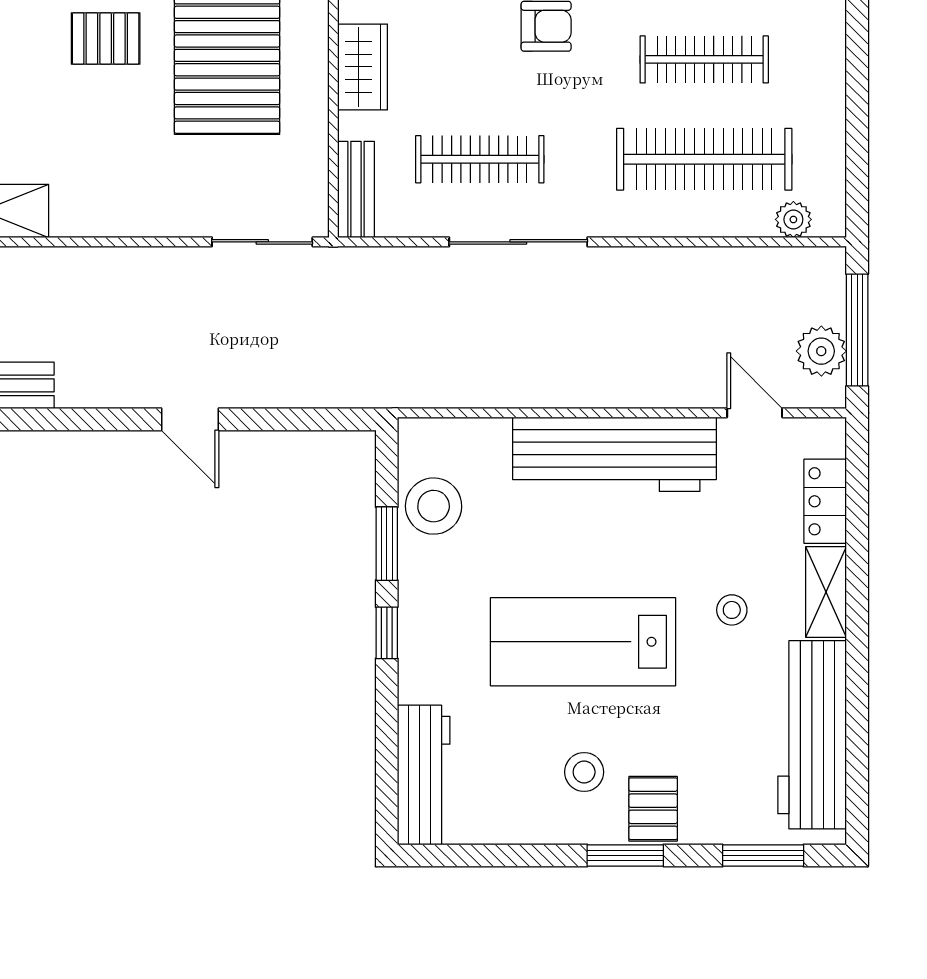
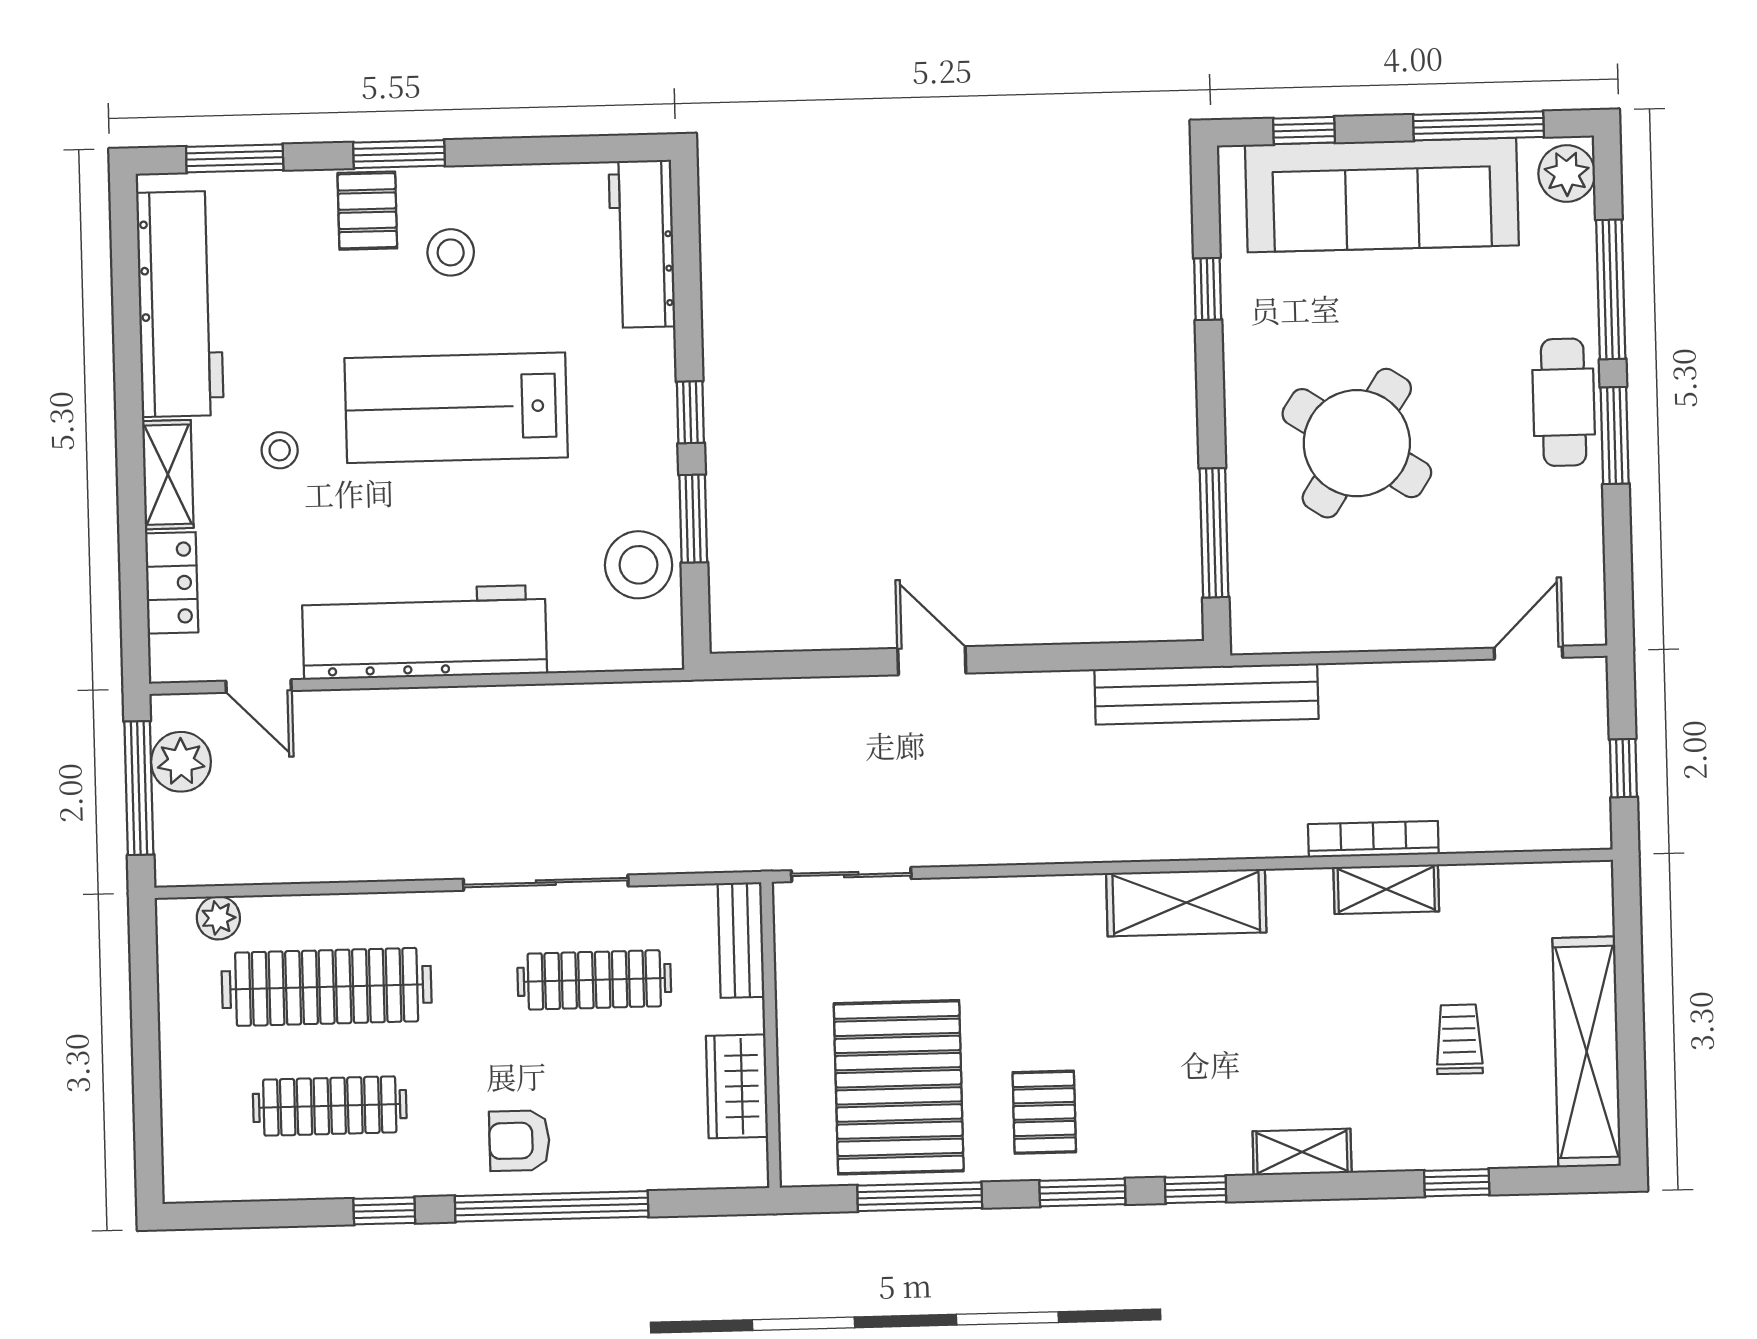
pallet: (106, 39) -> (1044, 1112), turned 90
lab bench: (583, 642) -> (456, 408), turned 180

